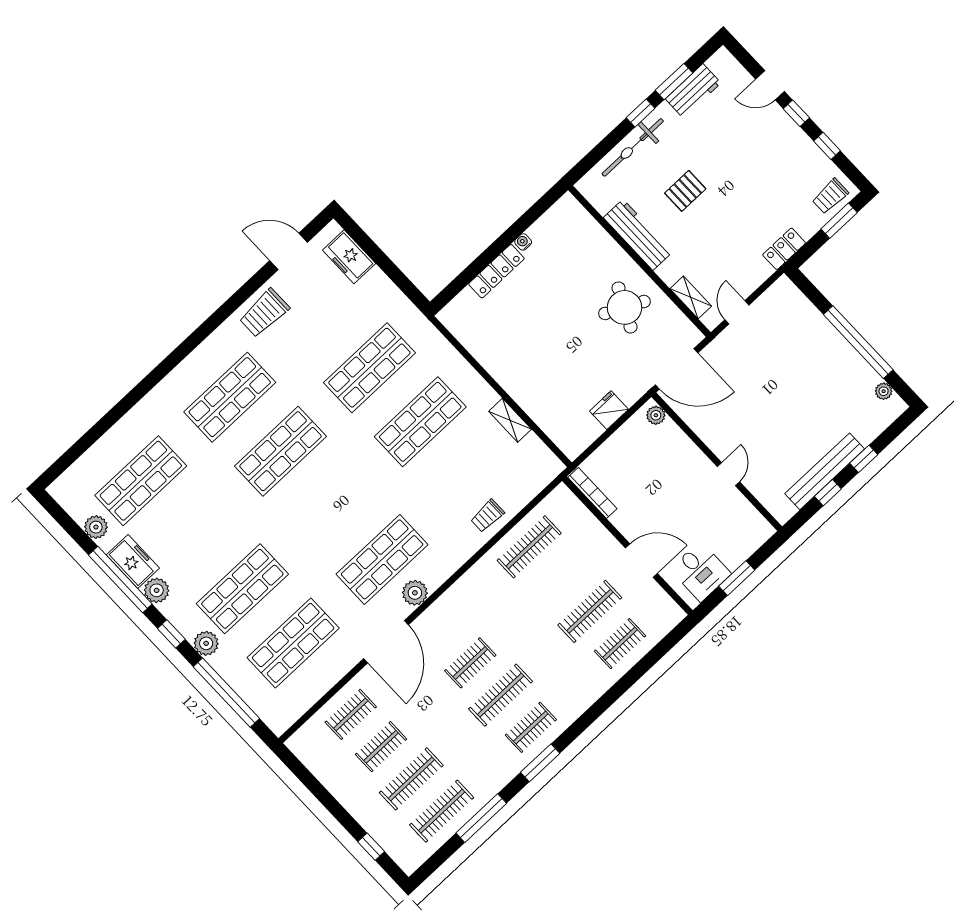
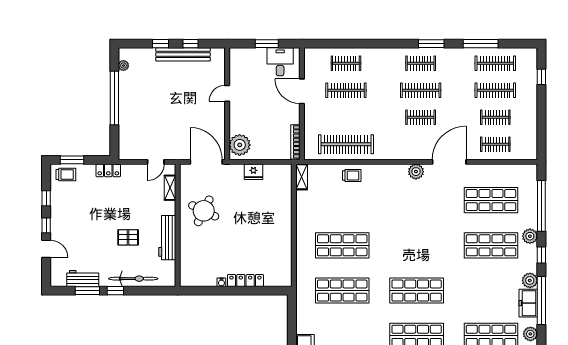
plant: (656, 415) -> (240, 145), width x1.87, depth x1.87
shelving: (510, 420) -> (302, 177), moved
clothes rail: (529, 547) -> (346, 144), width x1.37, depth x1.31
shop shelf: (382, 559) -> (417, 200), removed

